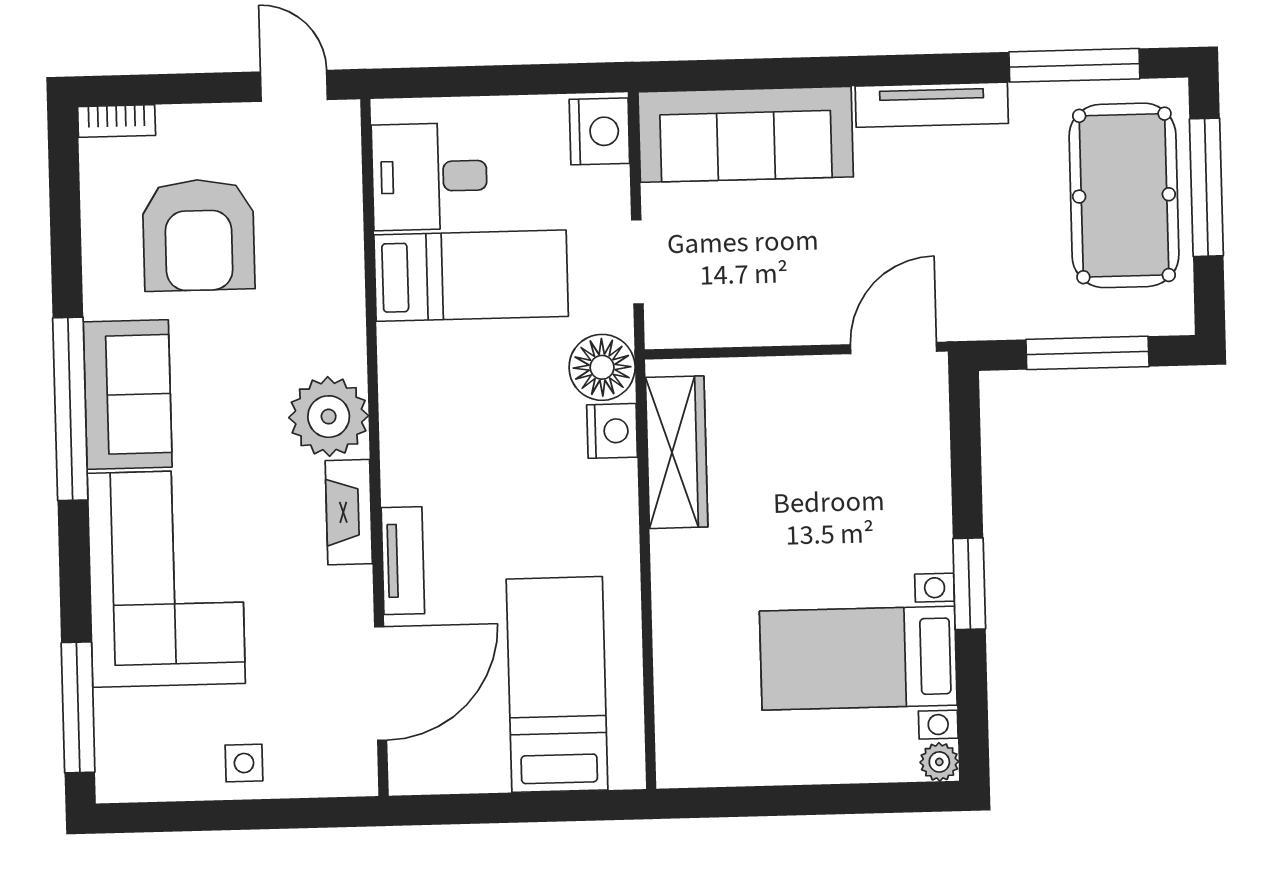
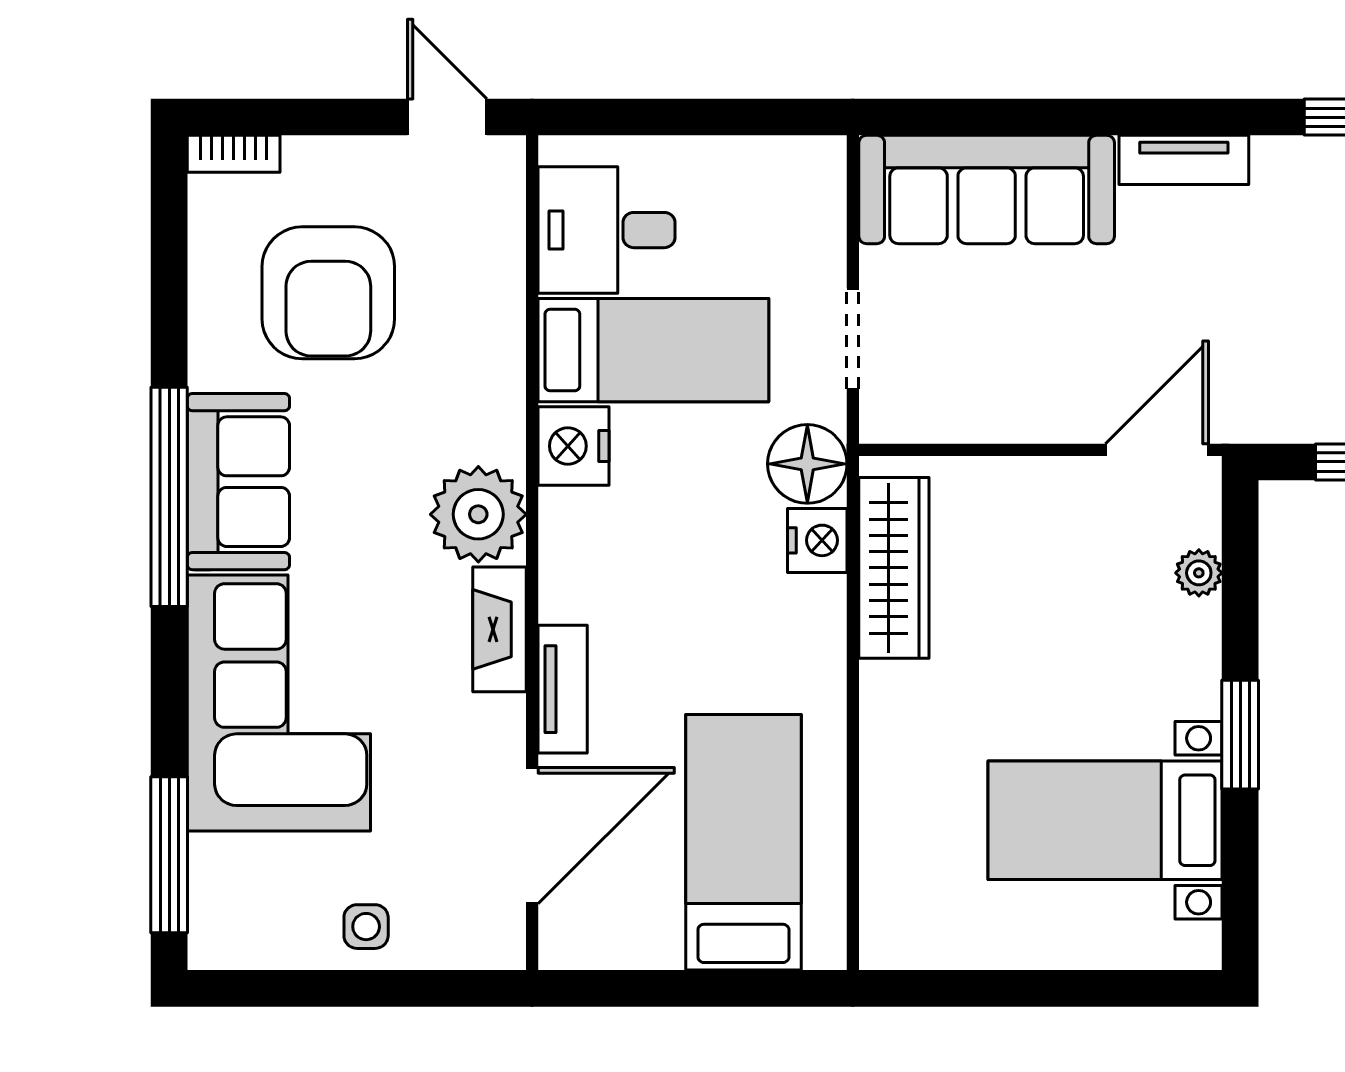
tv unit: (932, 105) -> (1184, 160), width x0.71
nightstand: (599, 131) -> (574, 446), moved, turned 180
plant: (939, 762) -> (1199, 573), moved

